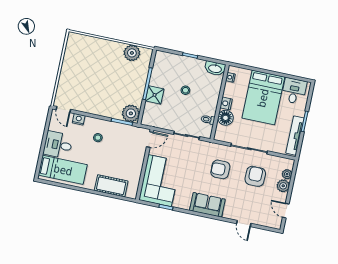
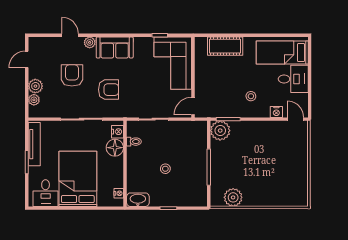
shower: (155, 95) -> (198, 156), removed
nightstand: (226, 103) -> (118, 132), moved
armchair: (255, 176) -> (72, 75), moved, turned 180
door: (286, 211) -> (27, 59), swing flipped
plant: (228, 214) -> (90, 42), added

